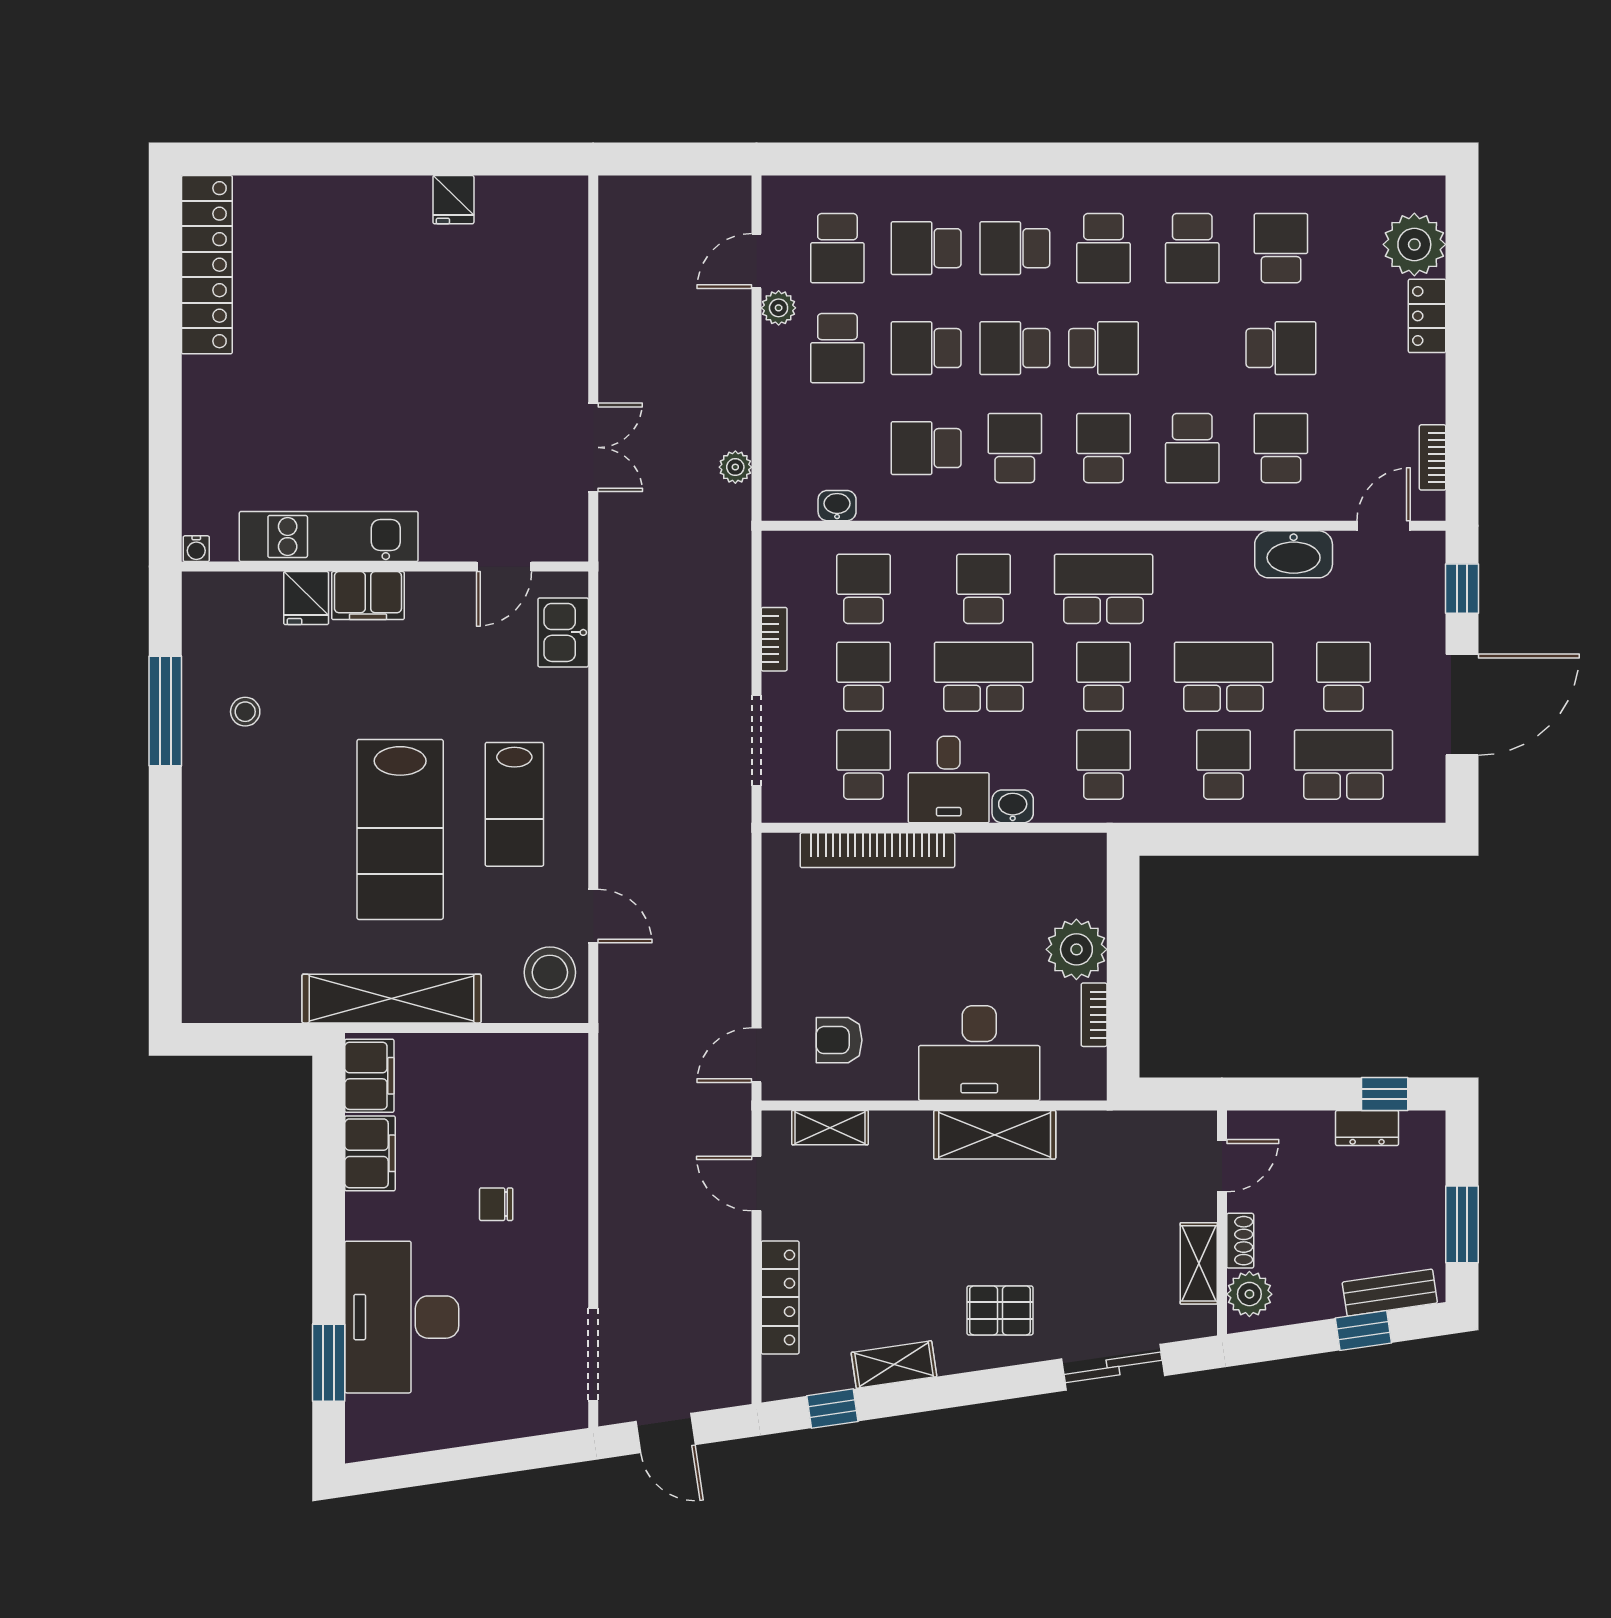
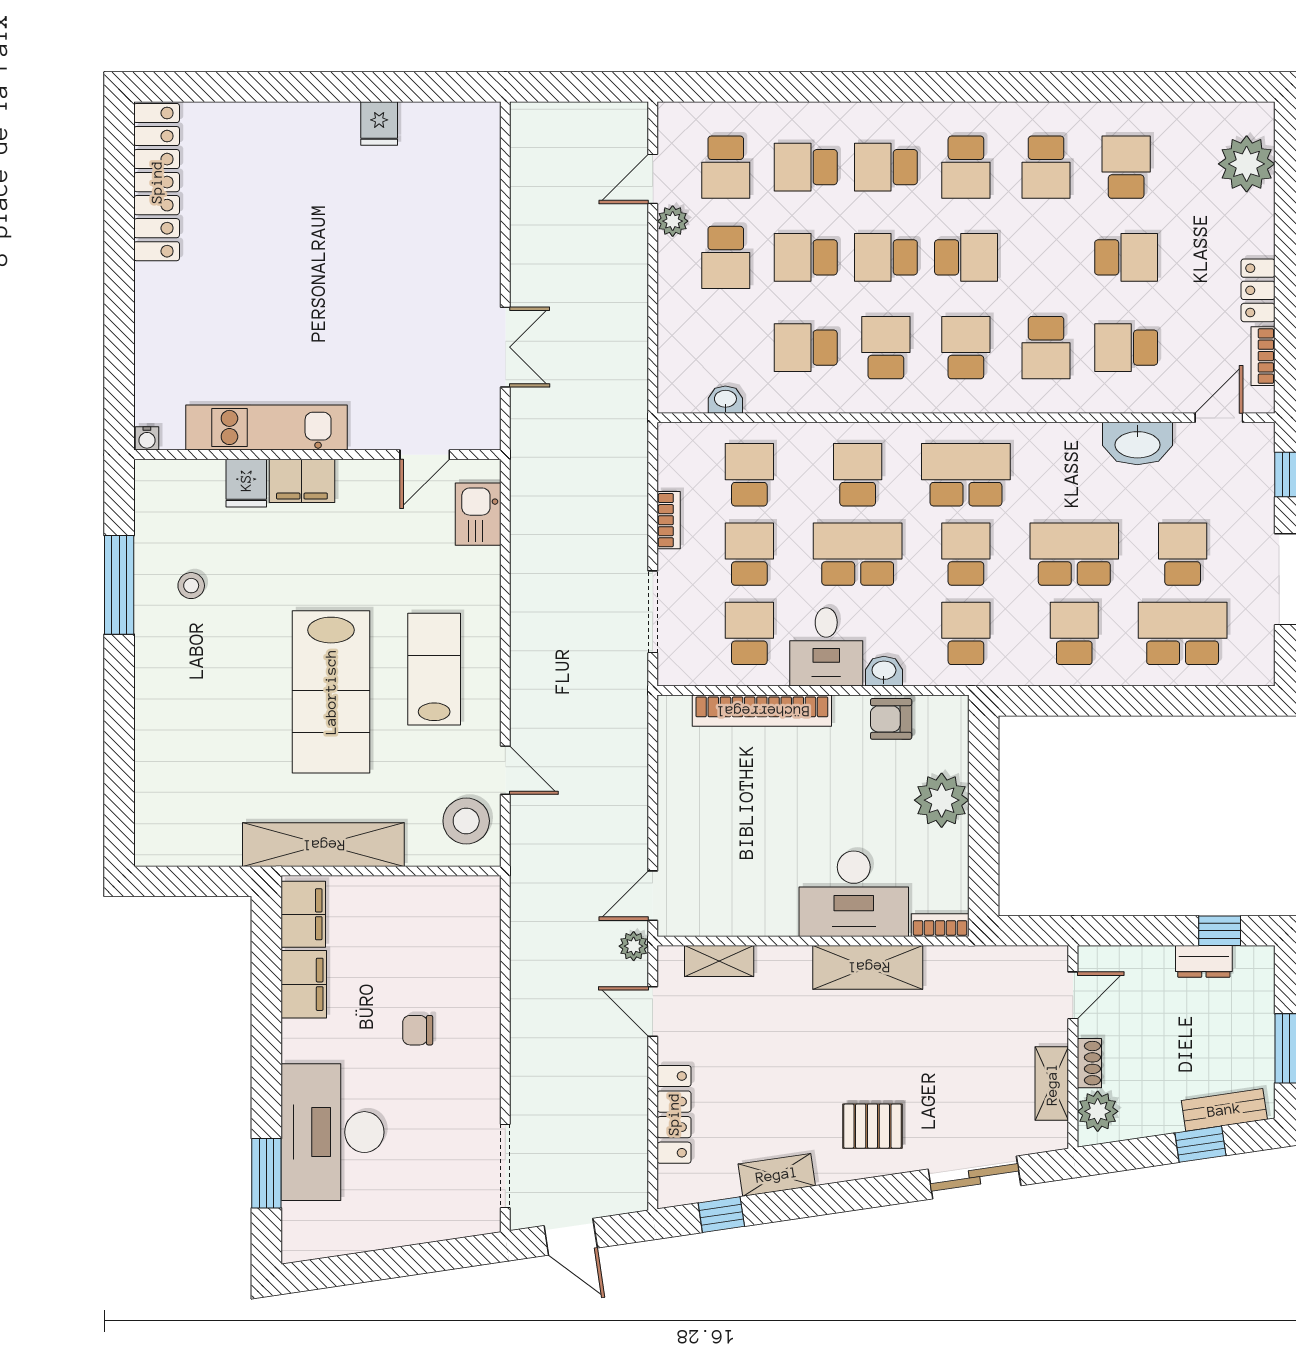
locker: (1427, 316) -> (1258, 290), moved
school desk: (1281, 448) -> (1126, 348), turned -90
plant: (735, 467) -> (634, 946), moved
lab bench: (514, 804) -> (434, 669), turned 180
bookcase: (1094, 1015) -> (940, 925), moved, turned 90
armchair: (839, 1040) -> (891, 719), moved

